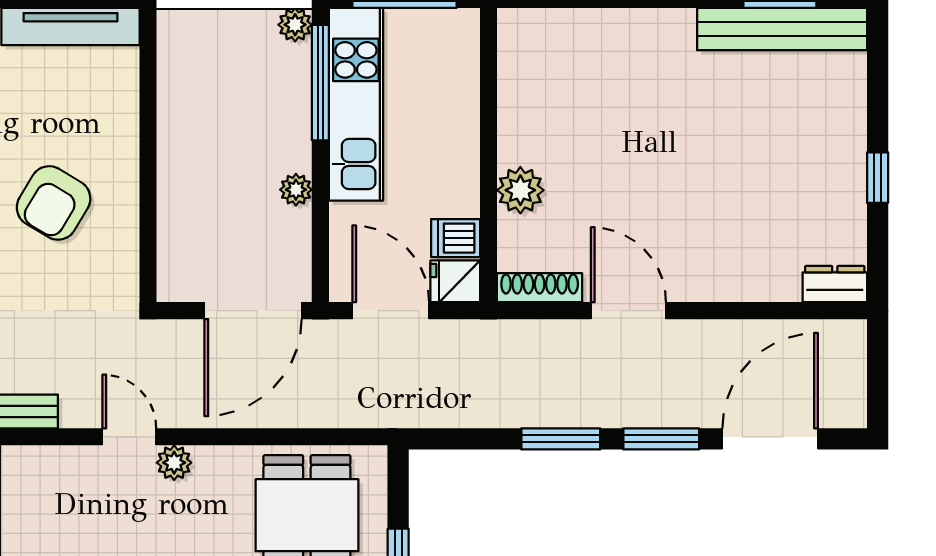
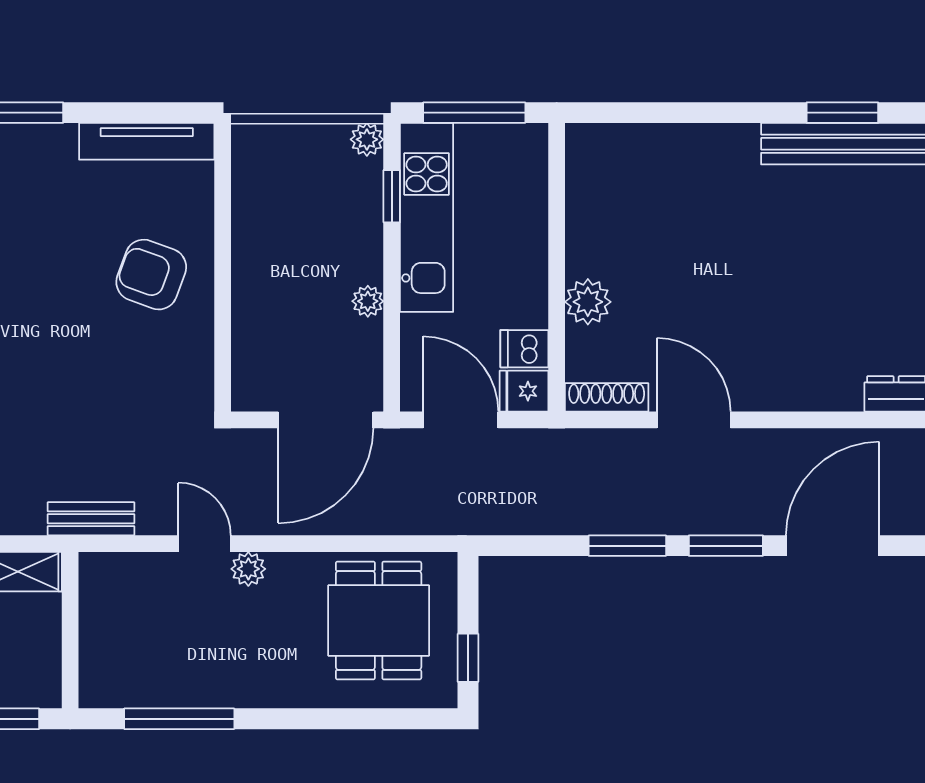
window: (320, 83) -> (392, 196), width x0.46
armchair: (54, 203) -> (151, 275), moved, turned 79

